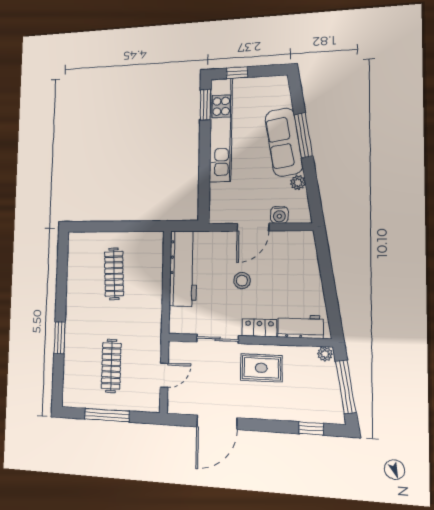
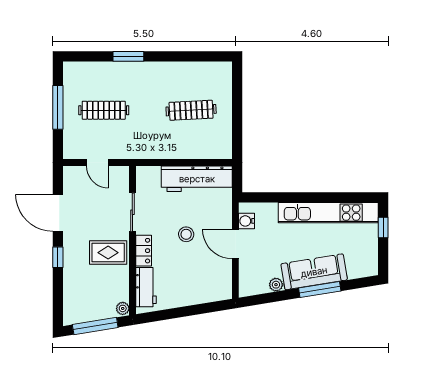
window: (205, 105) -> (353, 197), removed
water cooler: (279, 215) -> (246, 221), moved
rug: (261, 368) -> (108, 253), turned 90
window: (311, 429) -> (58, 257), moved

